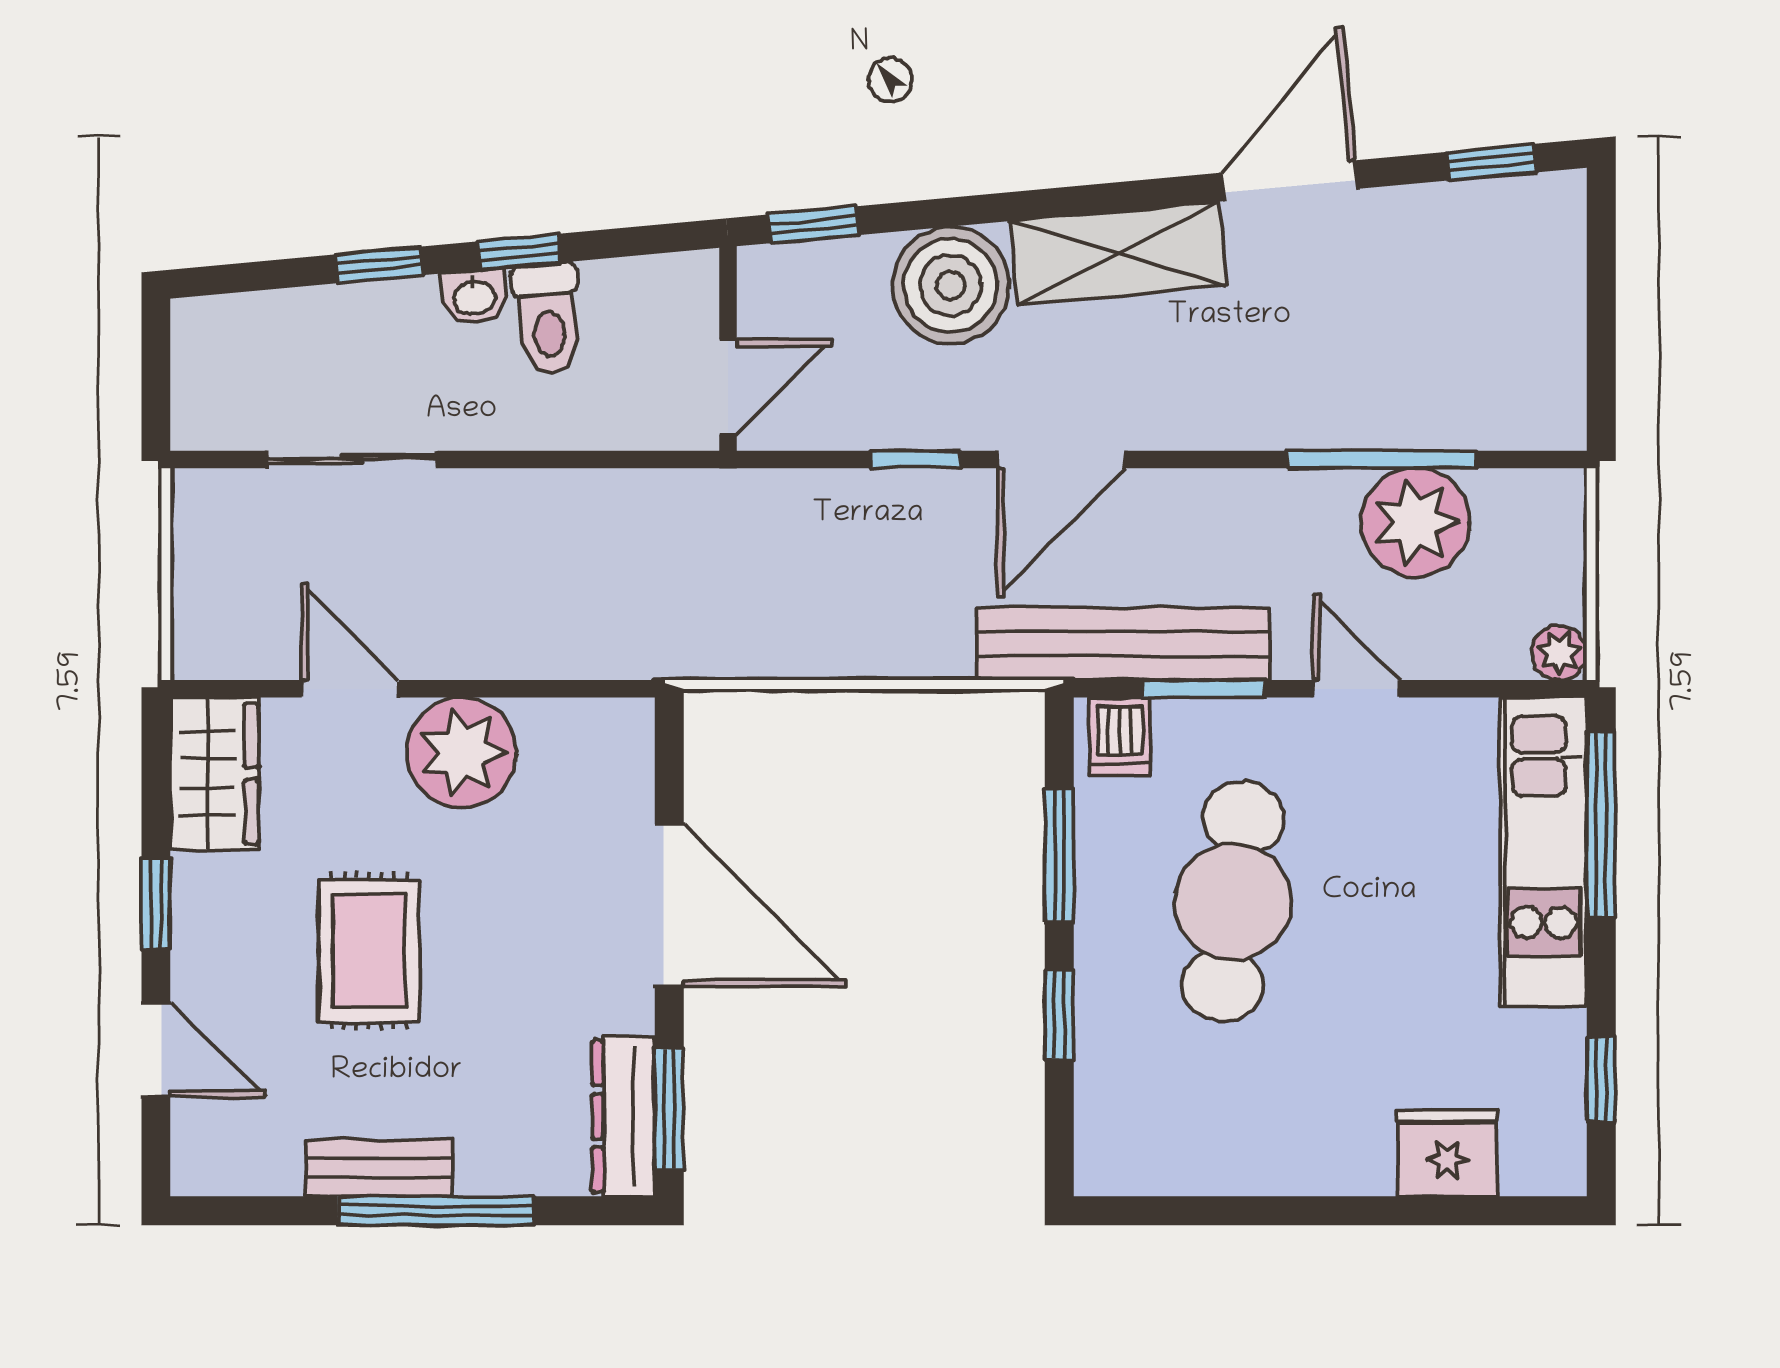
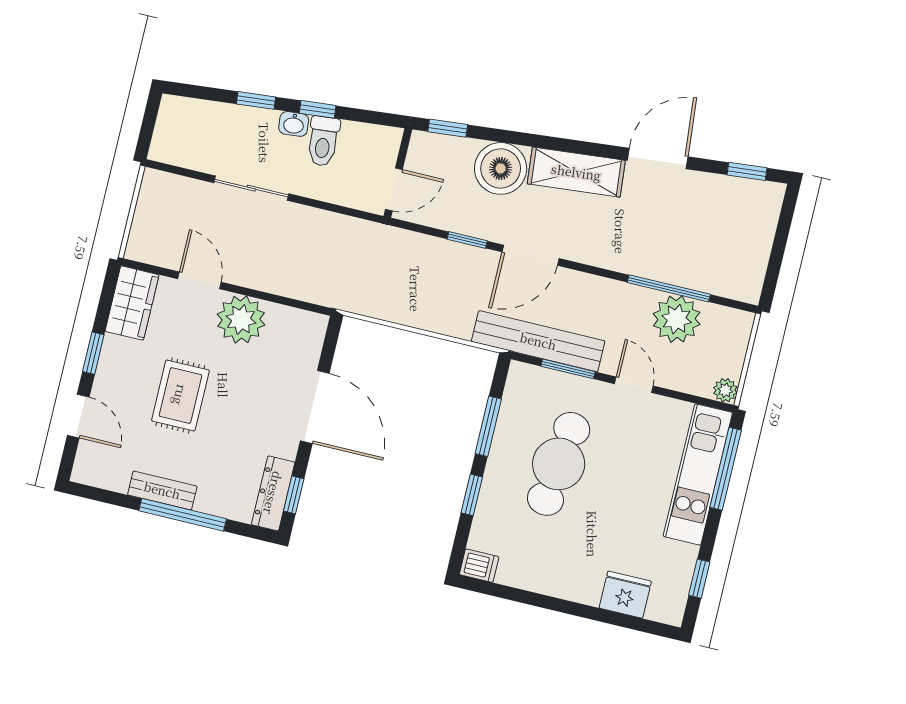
sliding door: (352, 459) -> (251, 188), moved
dishwasher: (1119, 736) -> (479, 566), moved, turned -90
window: (669, 1109) -> (294, 495), width x0.67

